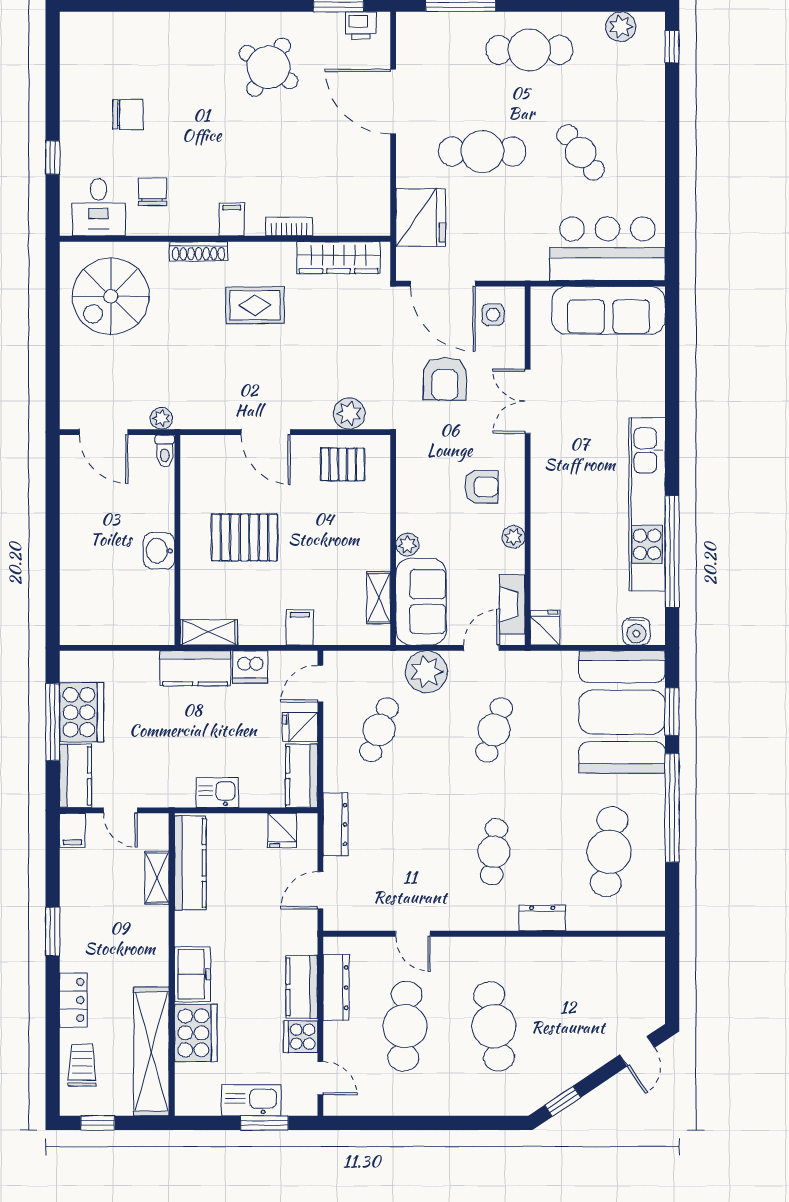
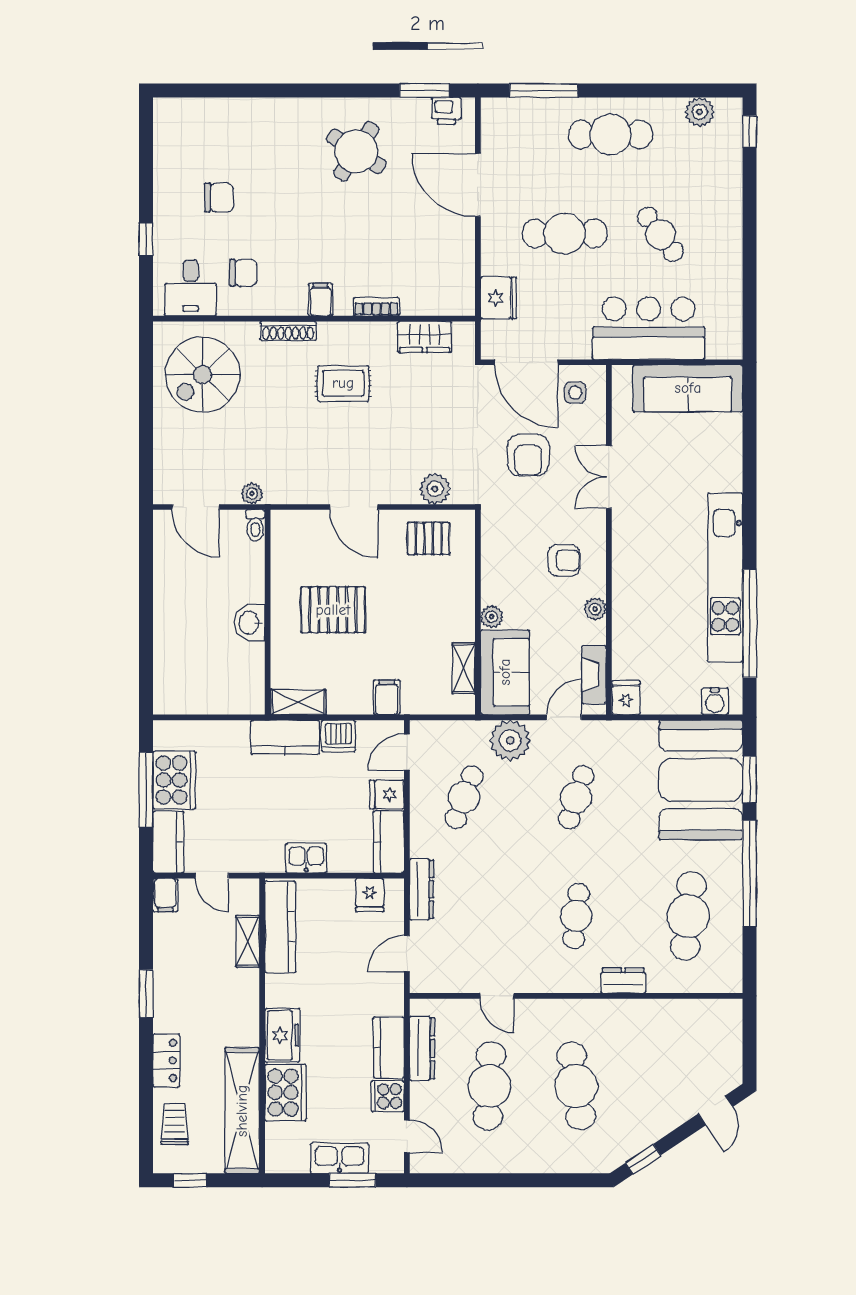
chair: (152, 192) -> (243, 273), turned 90
fridge: (421, 218) -> (499, 298), width x0.73, depth x0.75
bar counter: (607, 249) -> (649, 328), moved
wardrobe: (339, 258) -> (425, 337), width x0.67

